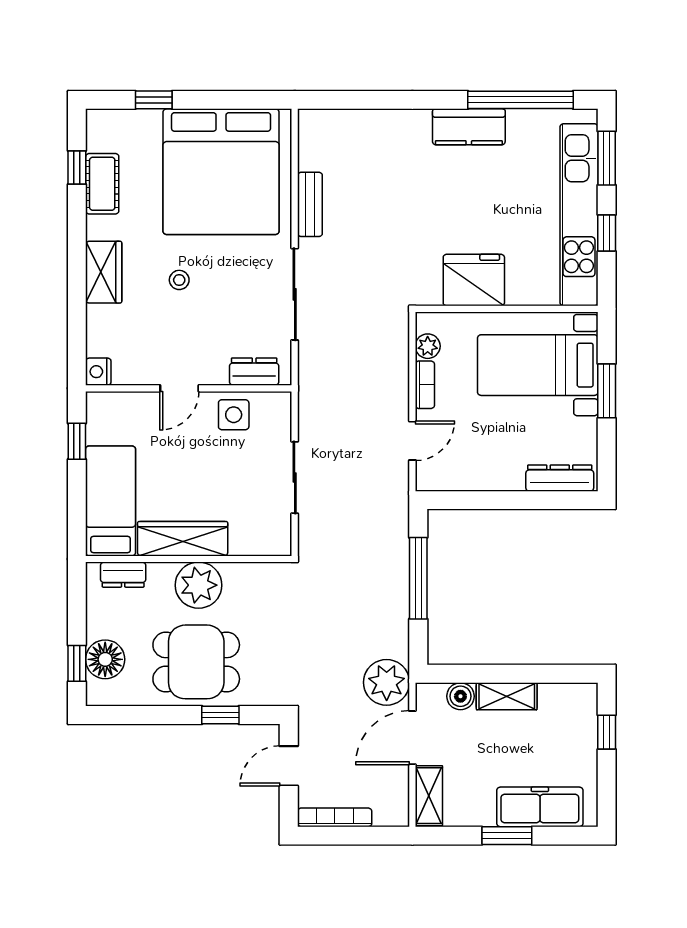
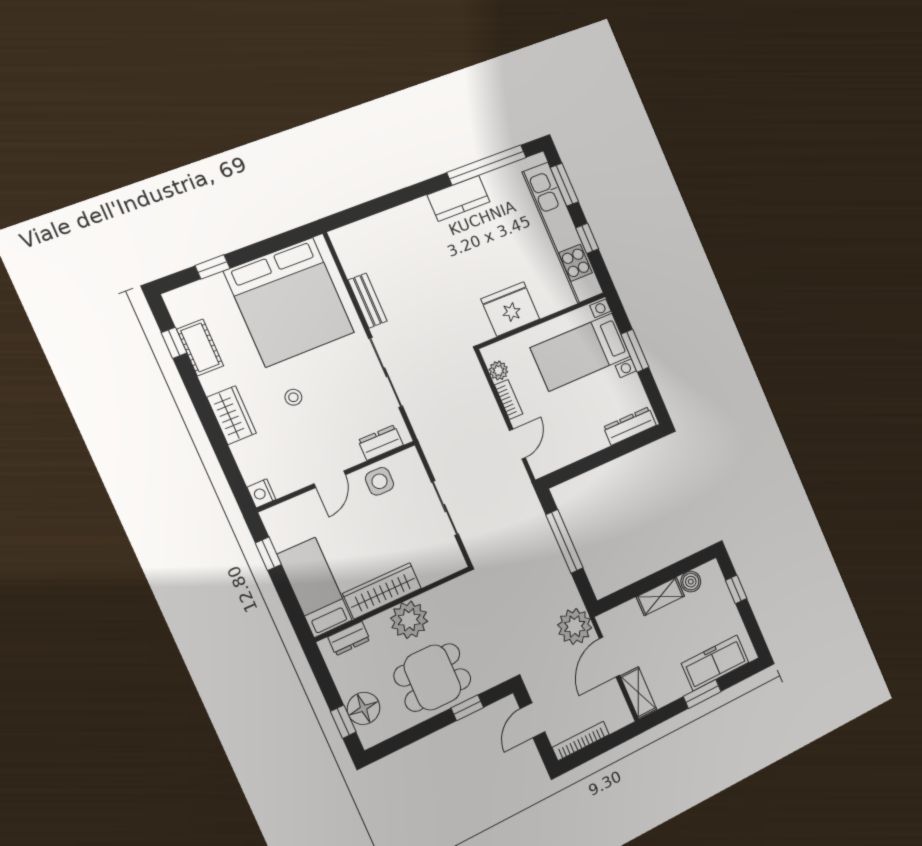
boiler: (460, 696) -> (691, 582), moved

